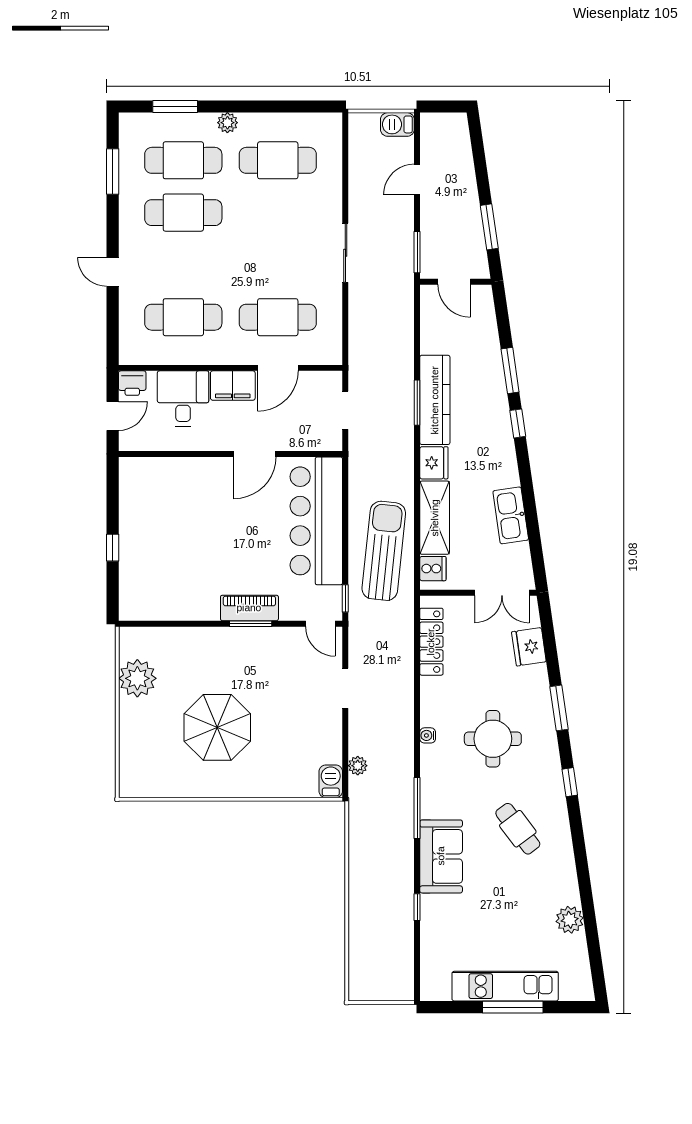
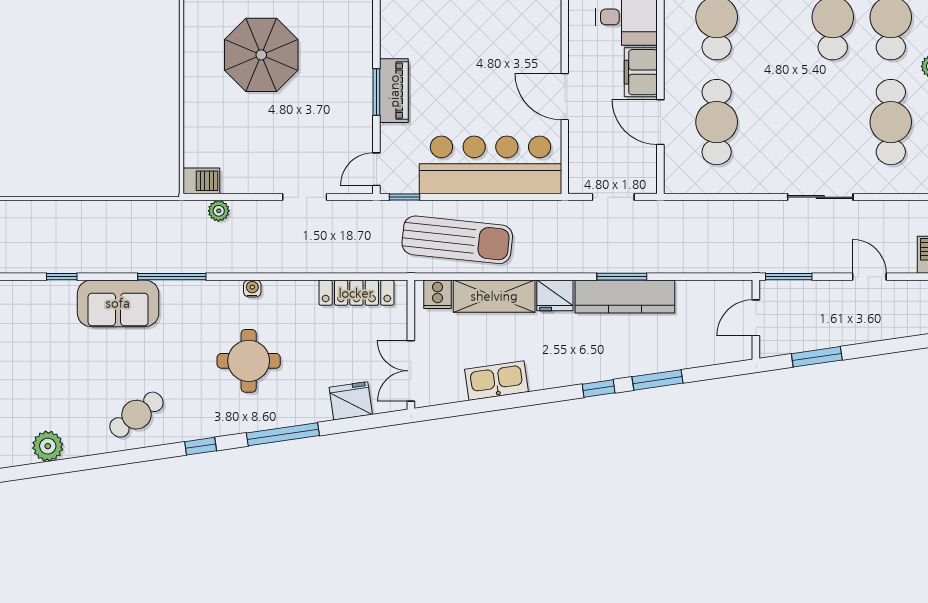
sliding door: (345, 253) -> (820, 197), moved
window: (559, 708) -> (283, 434), width x1.44
cafe table: (518, 829) -> (136, 415), moved

